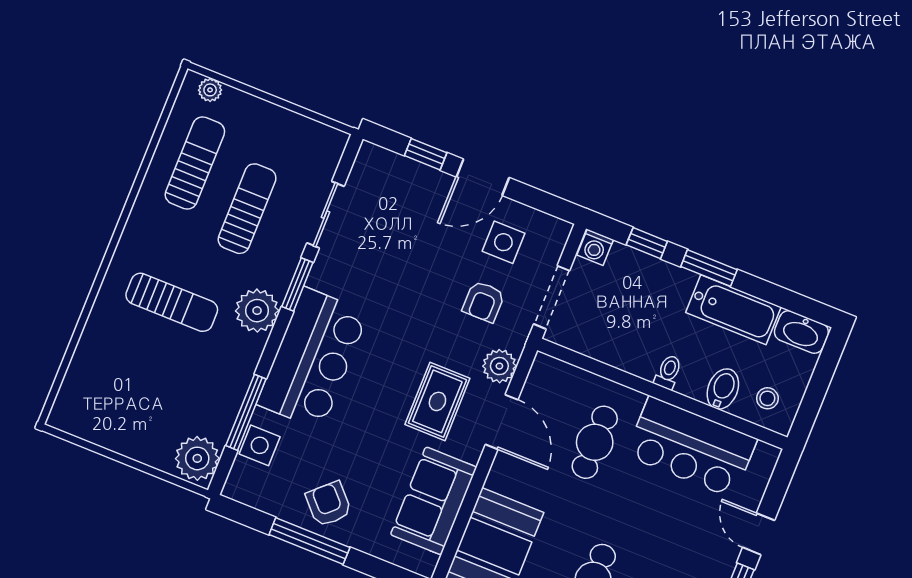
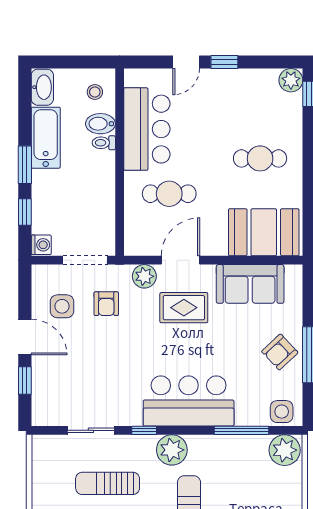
window: (297, 285) -> (144, 430), width x0.67
armchair: (484, 302) -> (106, 304), turned 90
toilet: (668, 372) -> (104, 143), moved
side table: (260, 445) -> (282, 412), moved

